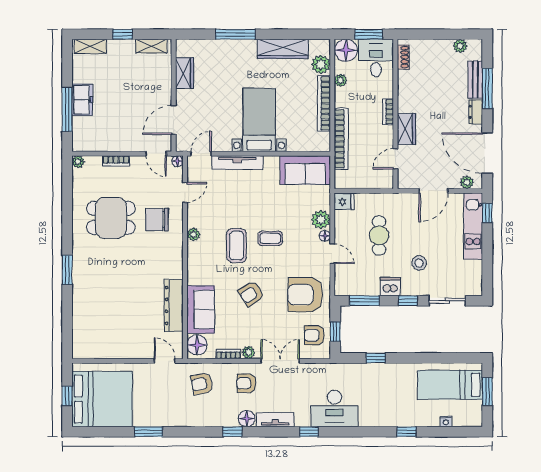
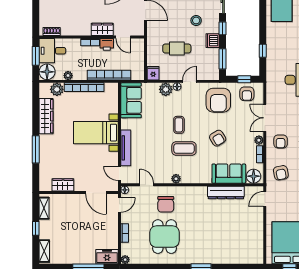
freezer: (82, 100) -> (107, 257), moved
printer: (385, 136) -> (107, 44), added

